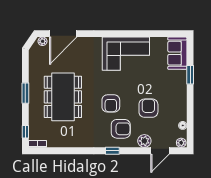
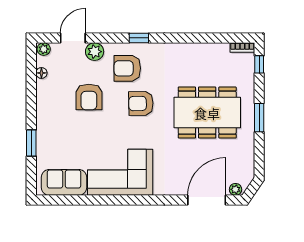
sofa: (177, 53) -> (64, 182), moved, turned -90
dining table: (63, 97) -> (207, 113), turned 90
armchair: (111, 103) -> (141, 103), turned -91

